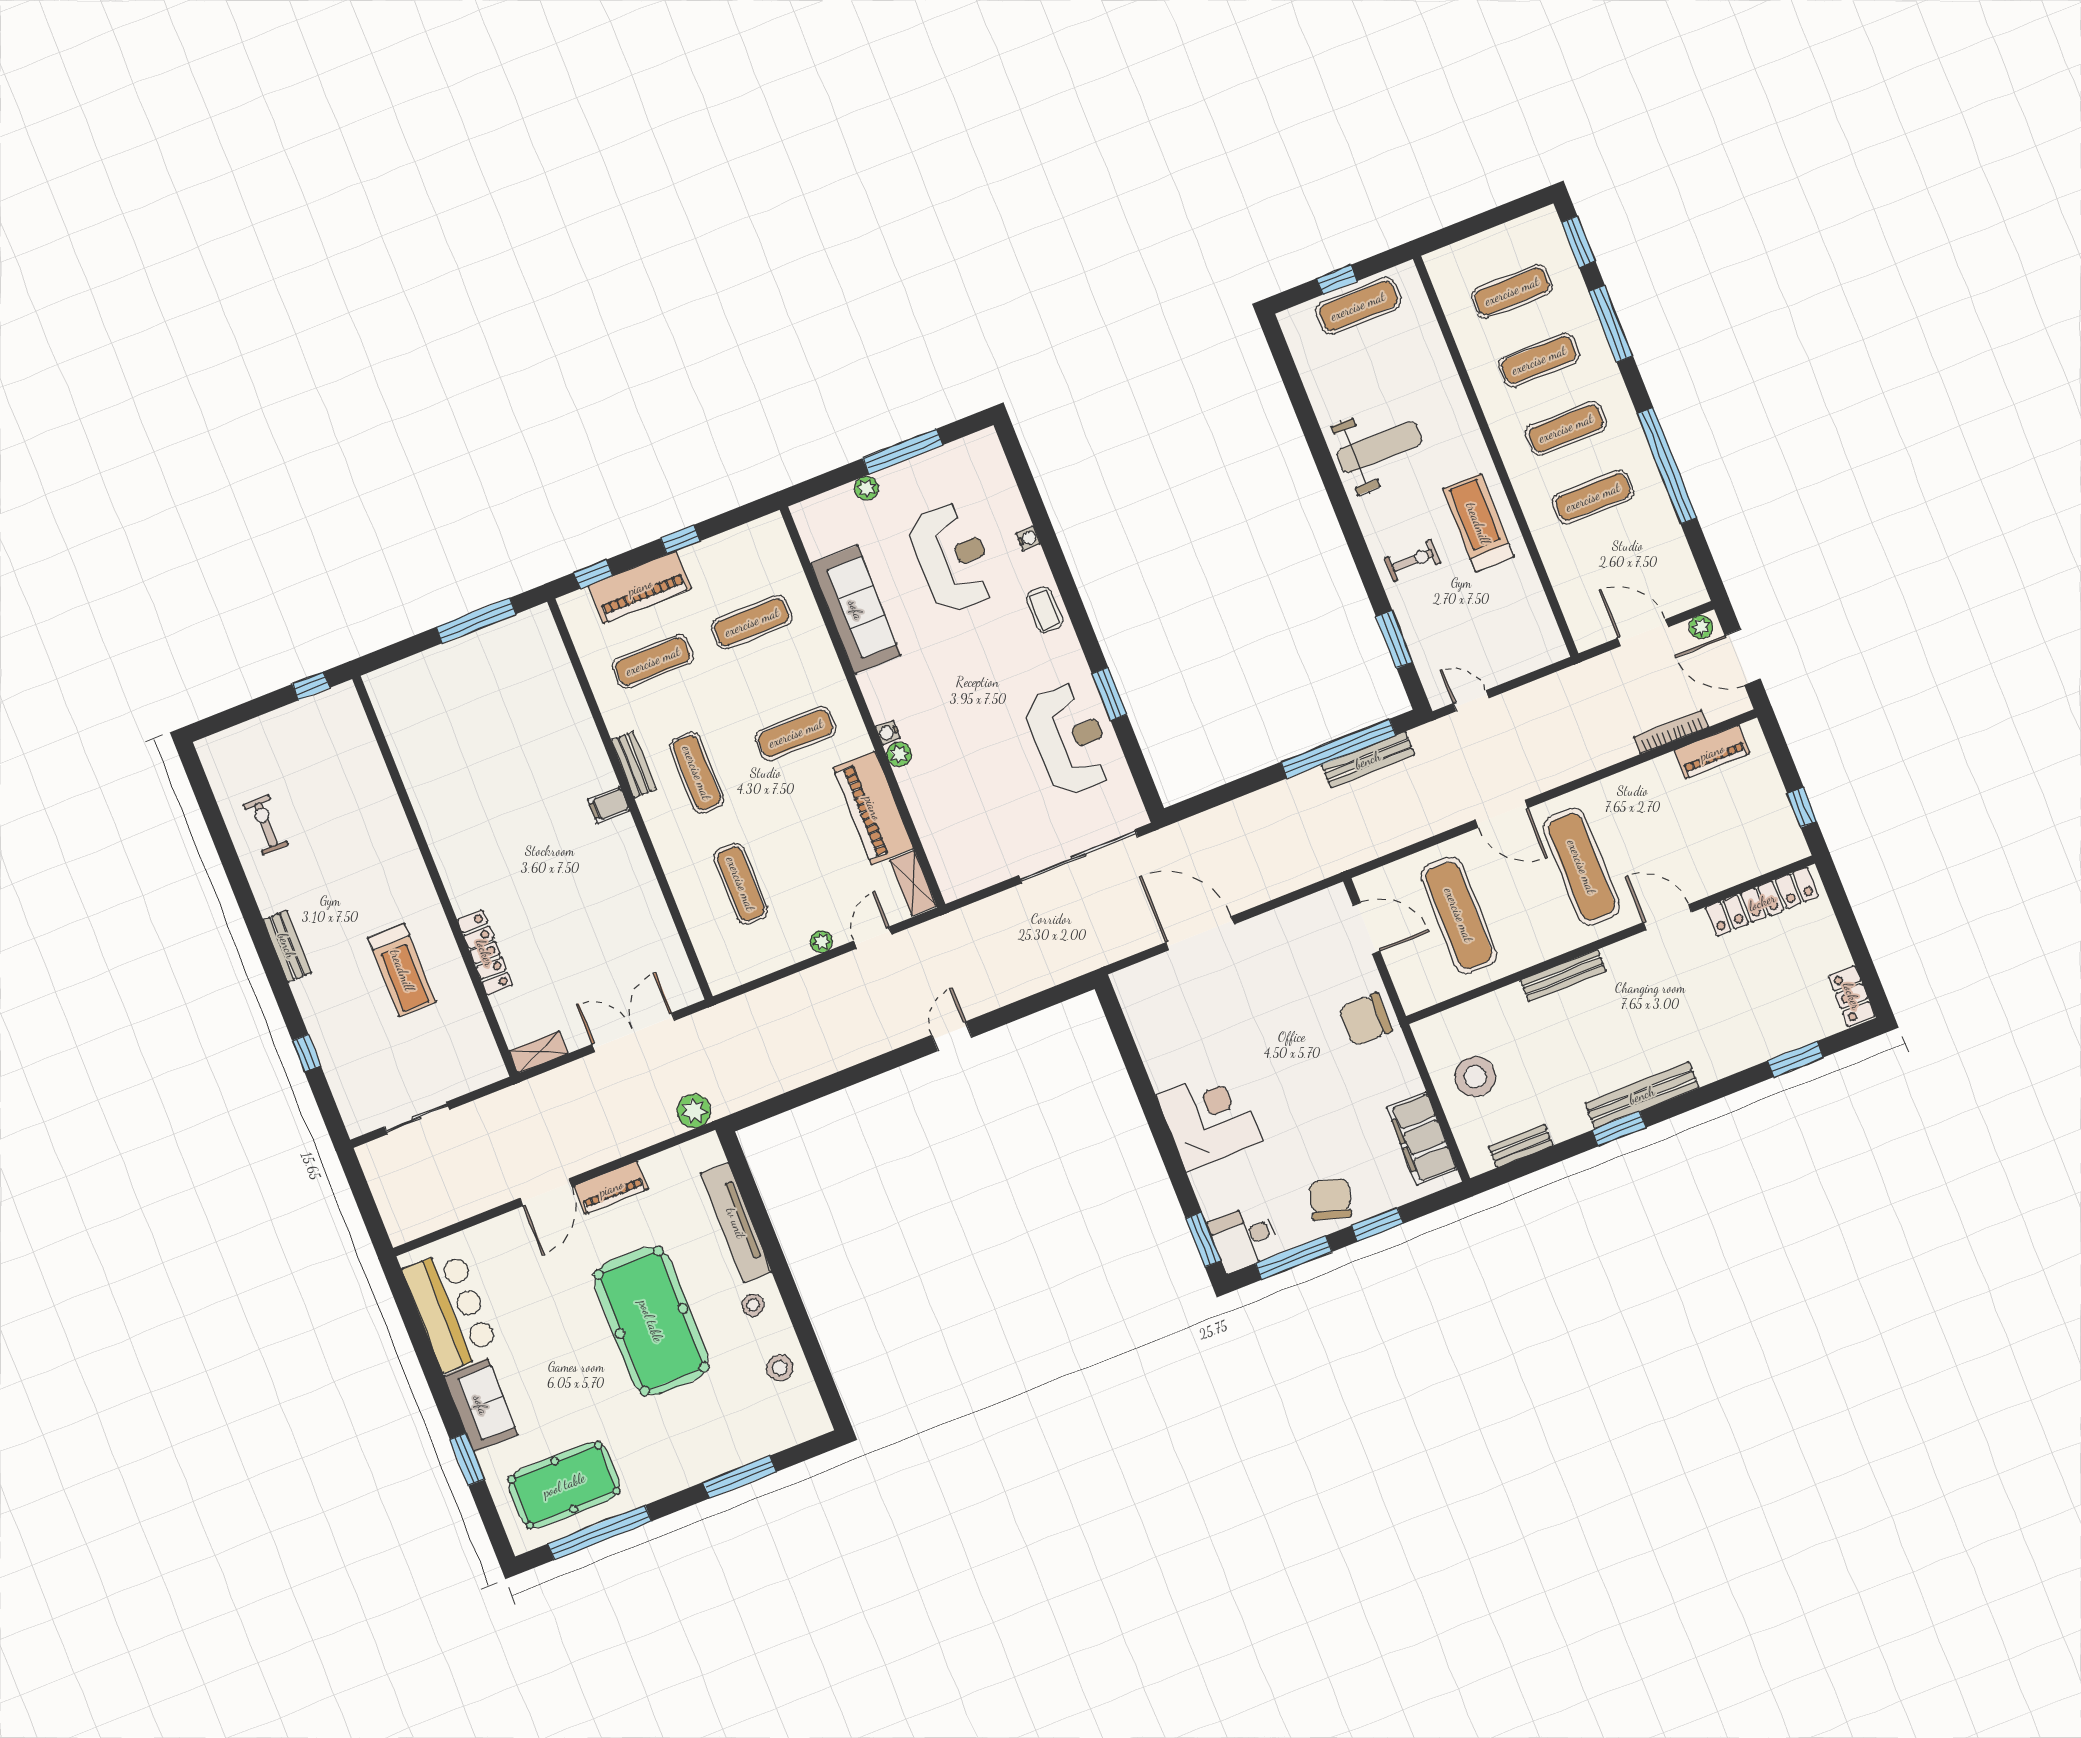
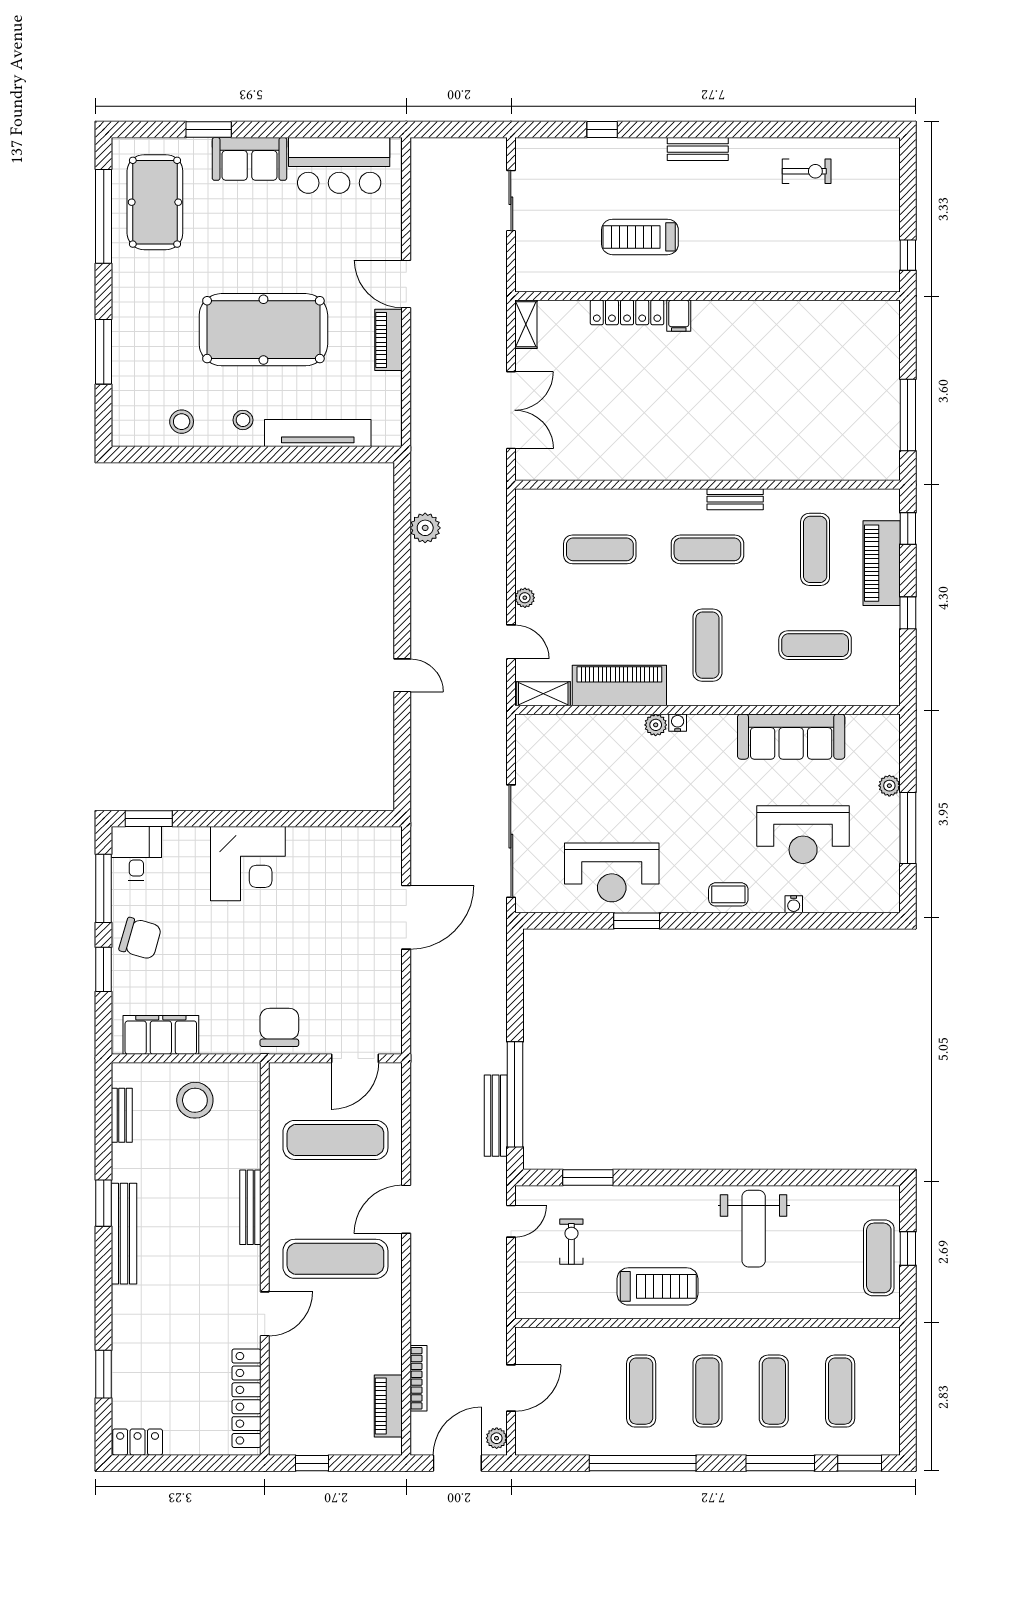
exercise bike: (1413, 560) -> (571, 1242), moved, turned 180
exercise mat: (752, 622) -> (815, 645), turned 90
filing cabinet: (609, 805) -> (679, 316), moved, turned 180
plant: (694, 1111) -> (425, 528), moved

